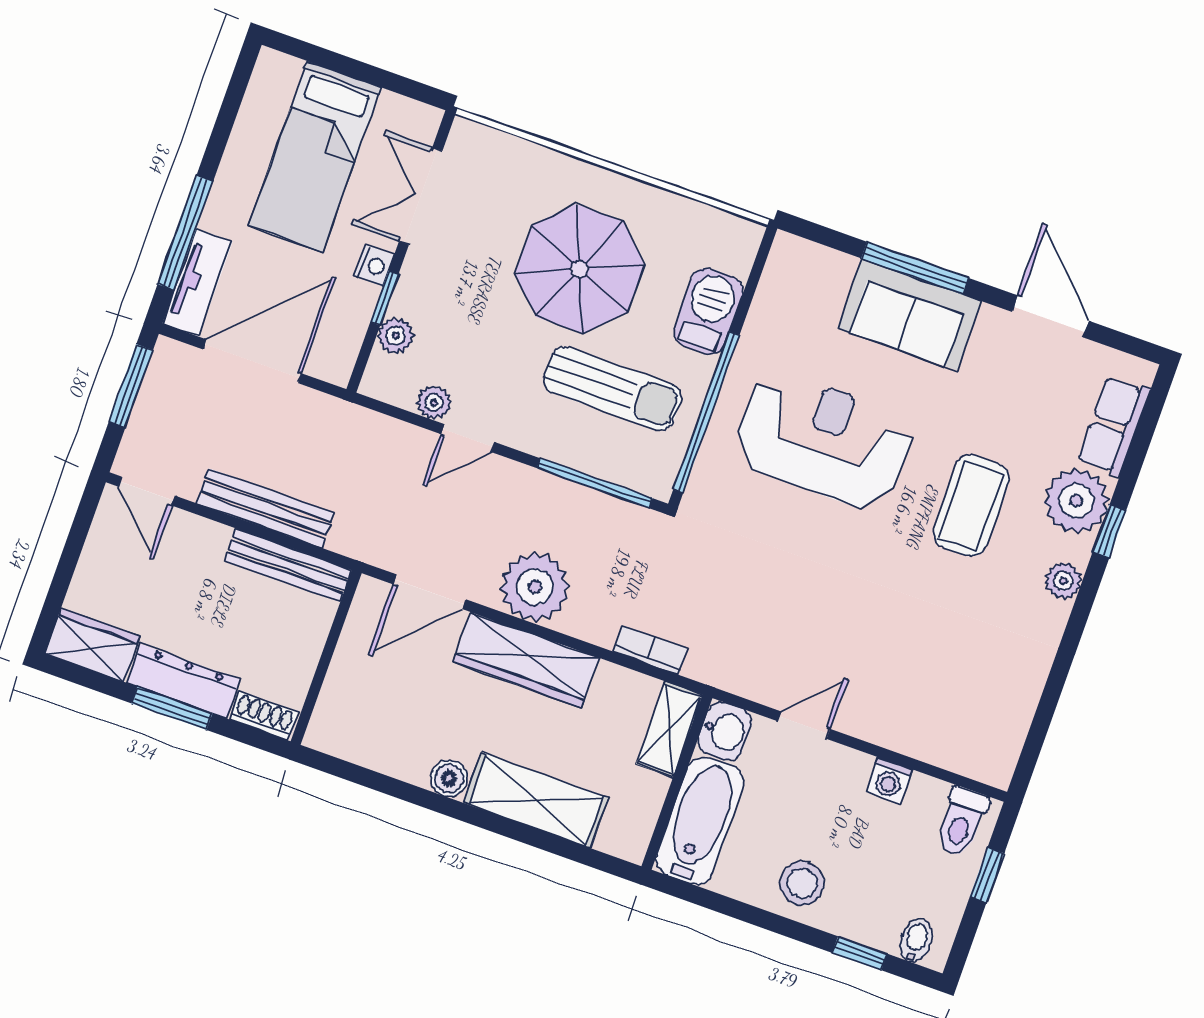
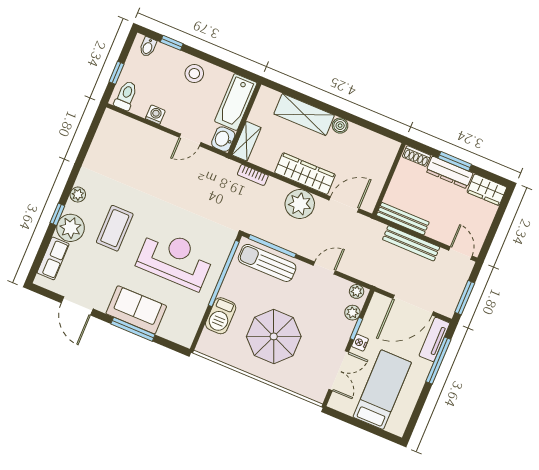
sun lounger: (612, 388) -> (267, 263), moved
plant: (434, 403) -> (357, 291), moved
reception desk: (823, 440) -> (175, 259), turned 180

